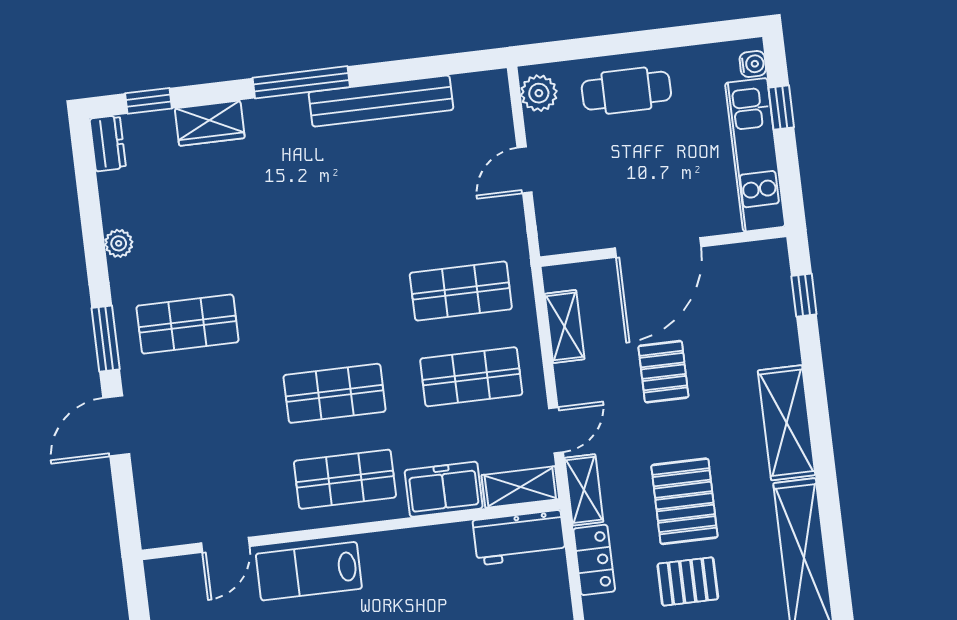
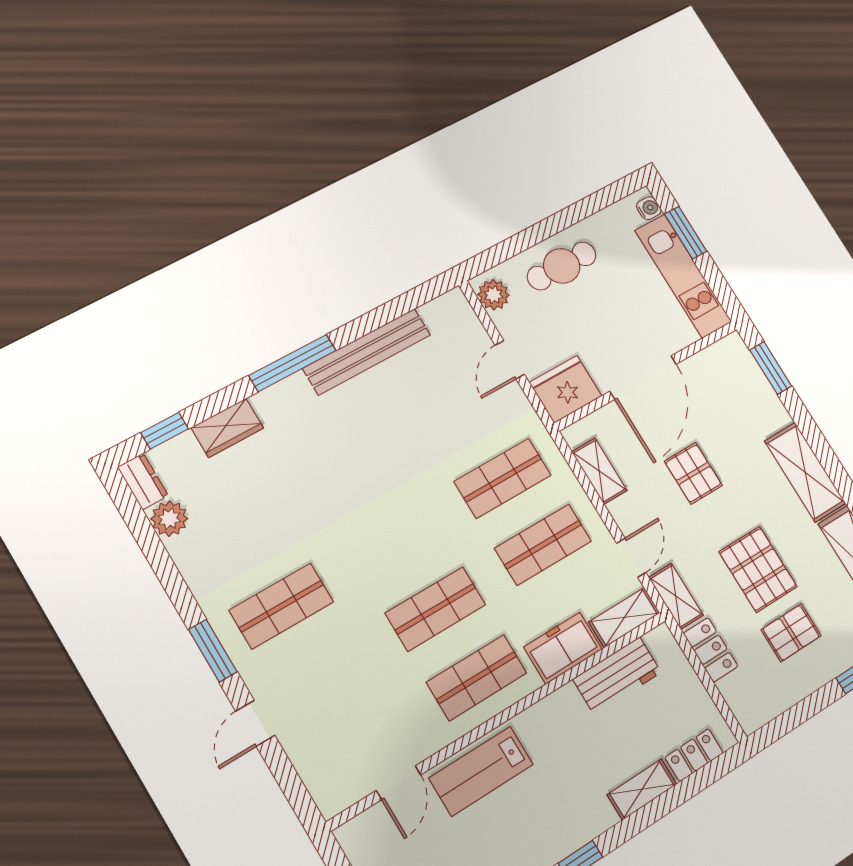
window: (781, 107) -> (686, 233), width x1.50
fridge: (569, 225) -> (566, 389), added
plant: (119, 243) -> (169, 519), moved, width x1.38, depth x1.38
window: (804, 295) -> (771, 368), width x1.50
door: (116, 426) -> (255, 723), width x0.73
workbench: (519, 538) -> (617, 676), moved

